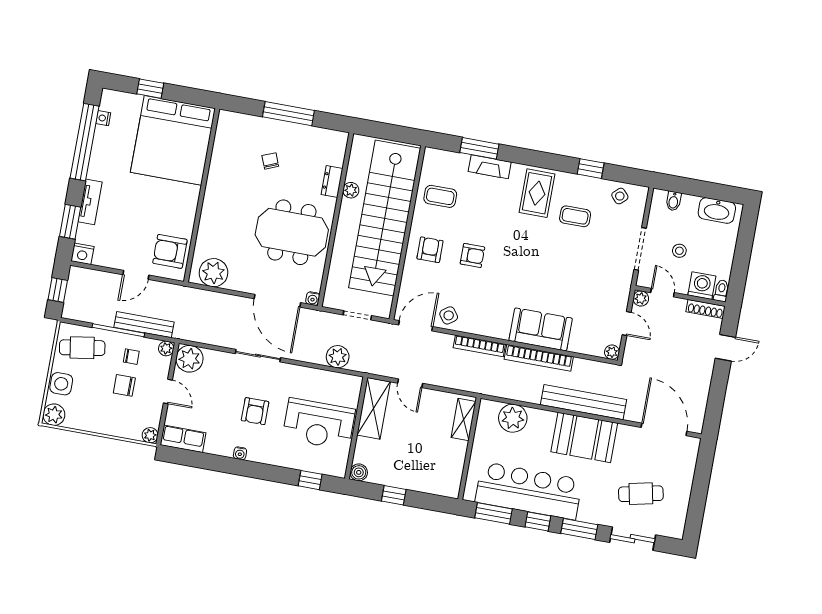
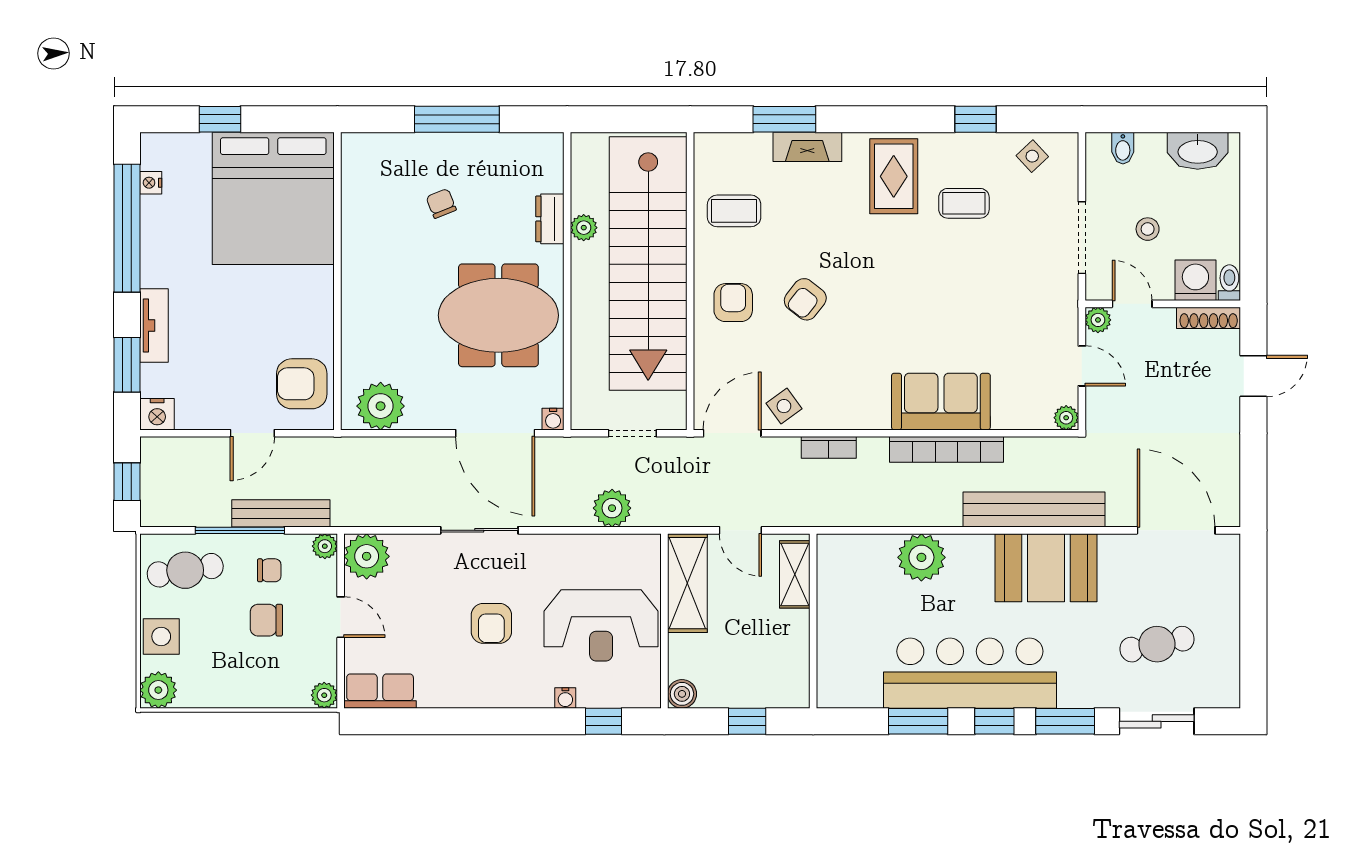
armchair: (472, 255) -> (805, 299), turned 128
bookcase: (479, 346) -> (829, 447), width x0.64
shelving: (464, 420) -> (795, 574), moved
wall: (469, 449) -> (813, 621), moved
water cooler: (240, 453) -> (565, 698), moved

